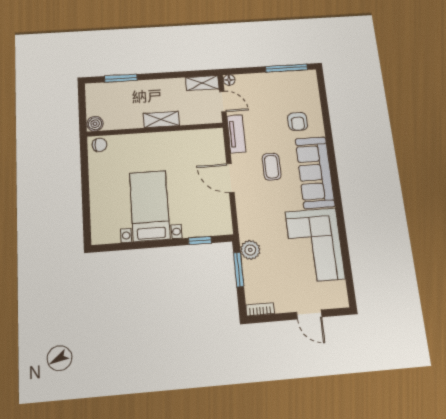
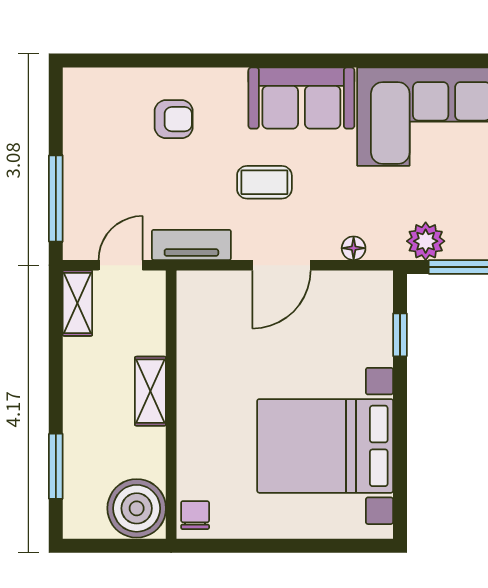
window: (286, 68) -> (56, 198), moved
floor lamp: (229, 80) -> (354, 248), moved
boiler: (95, 124) -> (137, 508), width x1.86, depth x1.86
sofa: (315, 172) -> (301, 98), width x0.73
bed with nightstands: (150, 206) -> (325, 446), width x1.36

